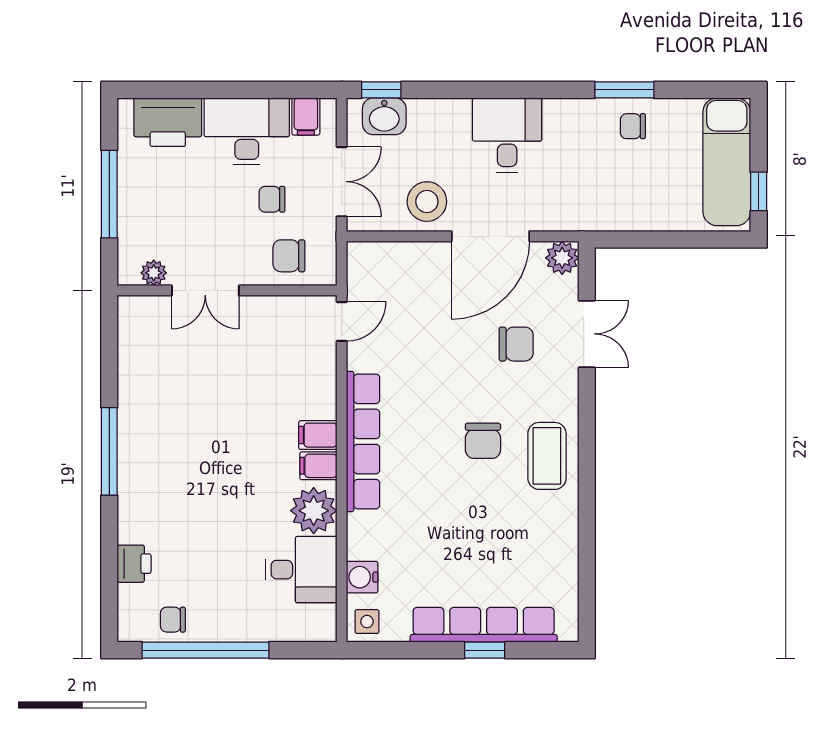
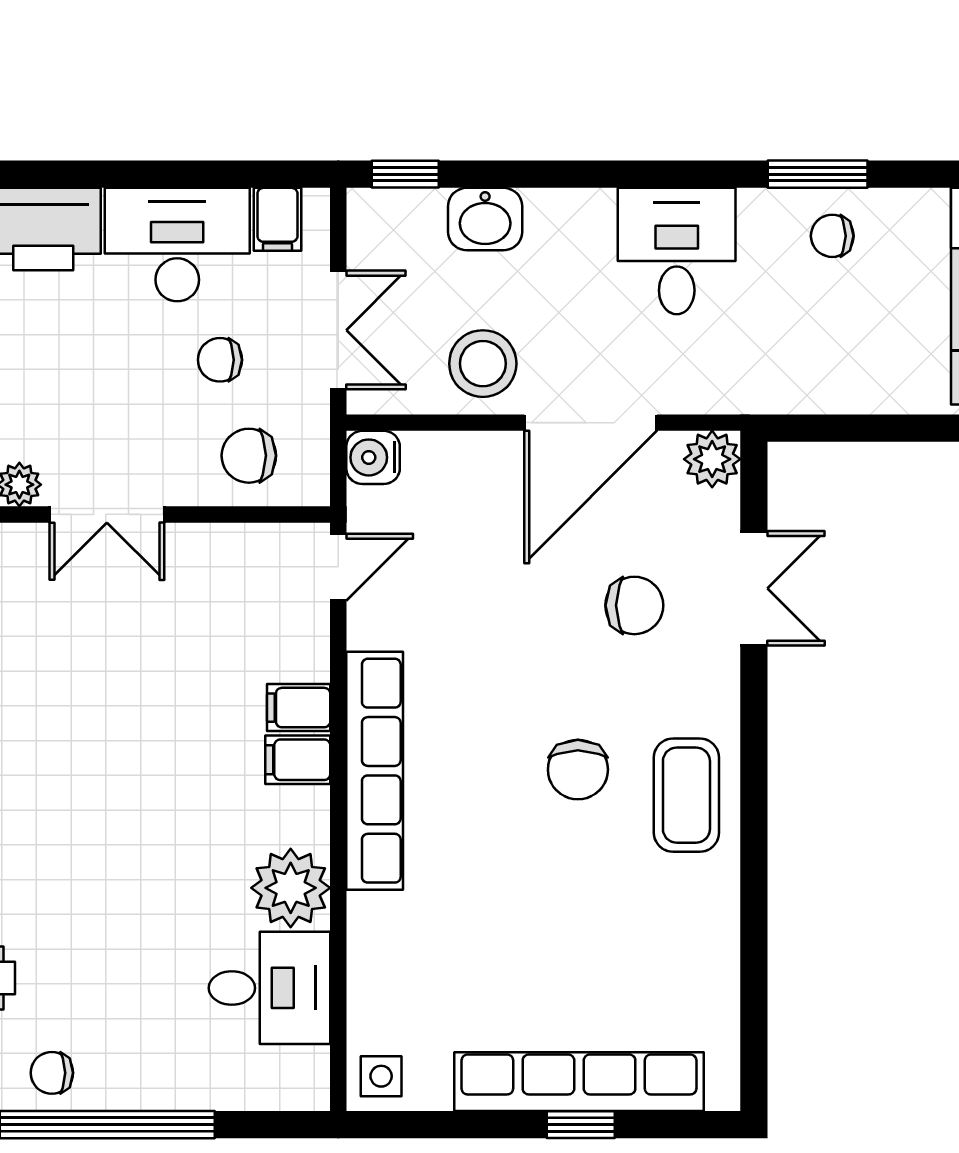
washbasin: (384, 116) -> (485, 219), moved
desk: (507, 135) -> (677, 251), moved
filing cabinet: (318, 466) -> (299, 708), moved
water cooler: (362, 577) -> (373, 457), moved

